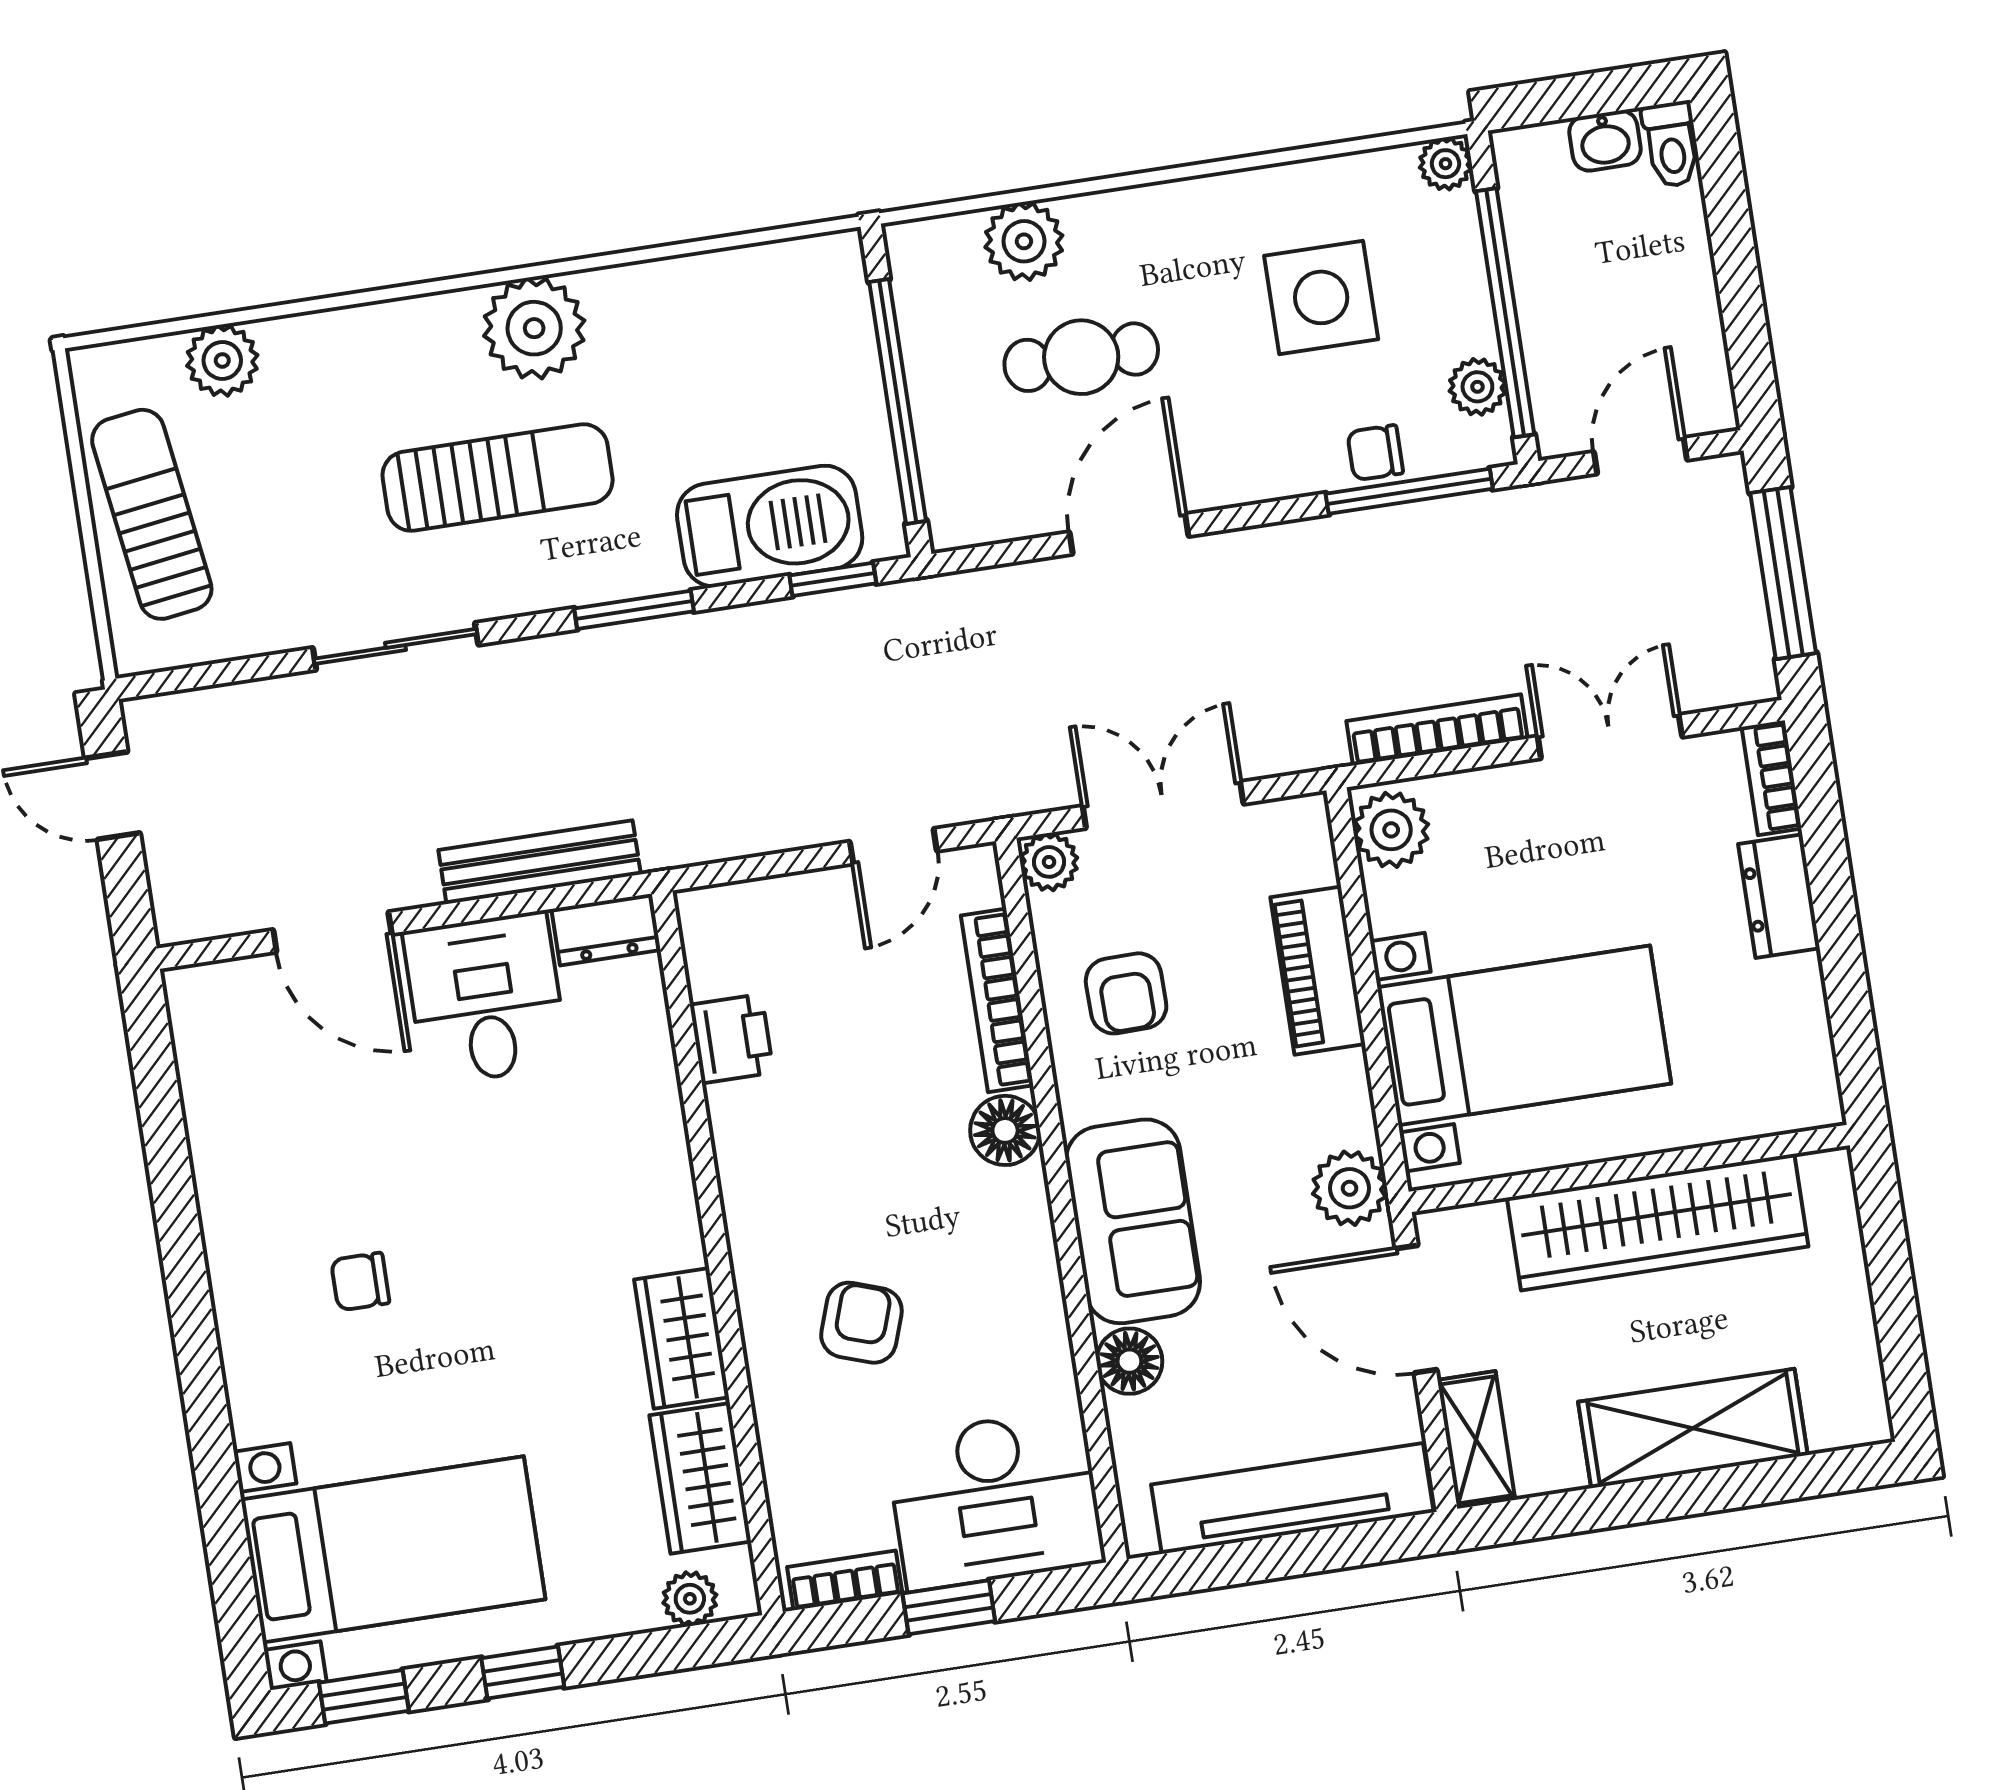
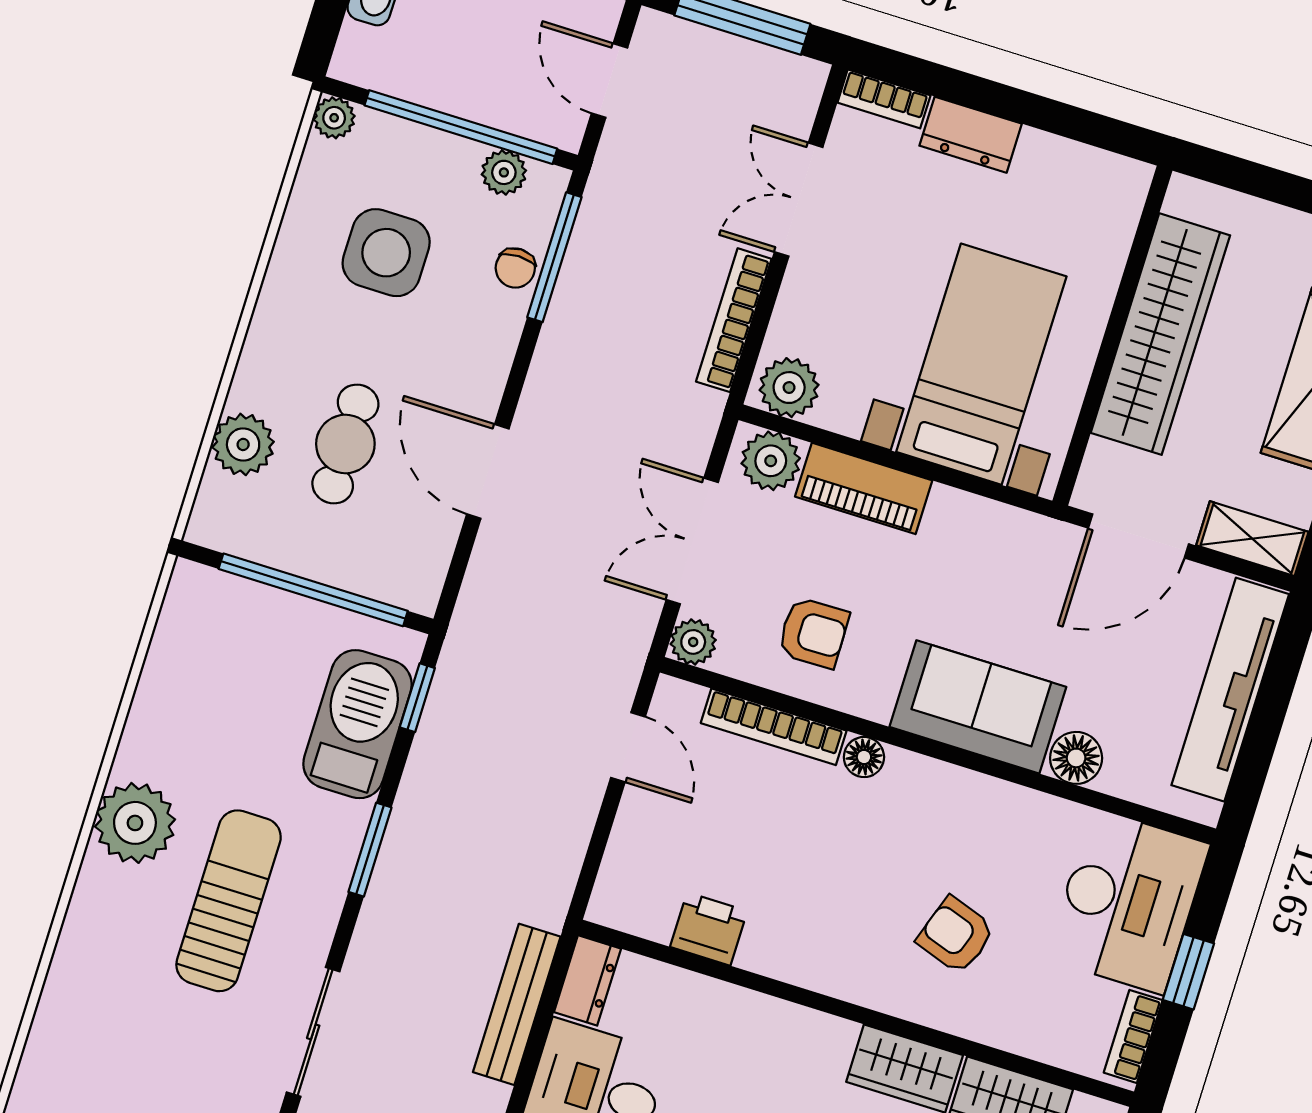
plant: (222, 360) -> (50, 1056), removed
floor lamp: (1005, 1130) -> (864, 757), width x0.73, depth x0.73
plant: (1350, 1188) -> (771, 461), moved

